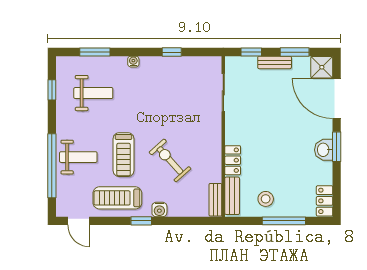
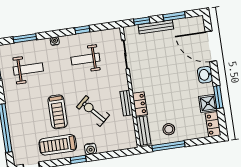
bench: (275, 62) -> (156, 27), width x1.36
shower: (322, 67) -> (208, 103), moved
window: (337, 147) -> (218, 97), moved
washbasin: (324, 150) -> (205, 75), moved
weight bench: (78, 157) -> (85, 59), moved, turned 180
bench: (215, 200) -> (127, 103), moved
window: (284, 221) -> (168, 146), moved

